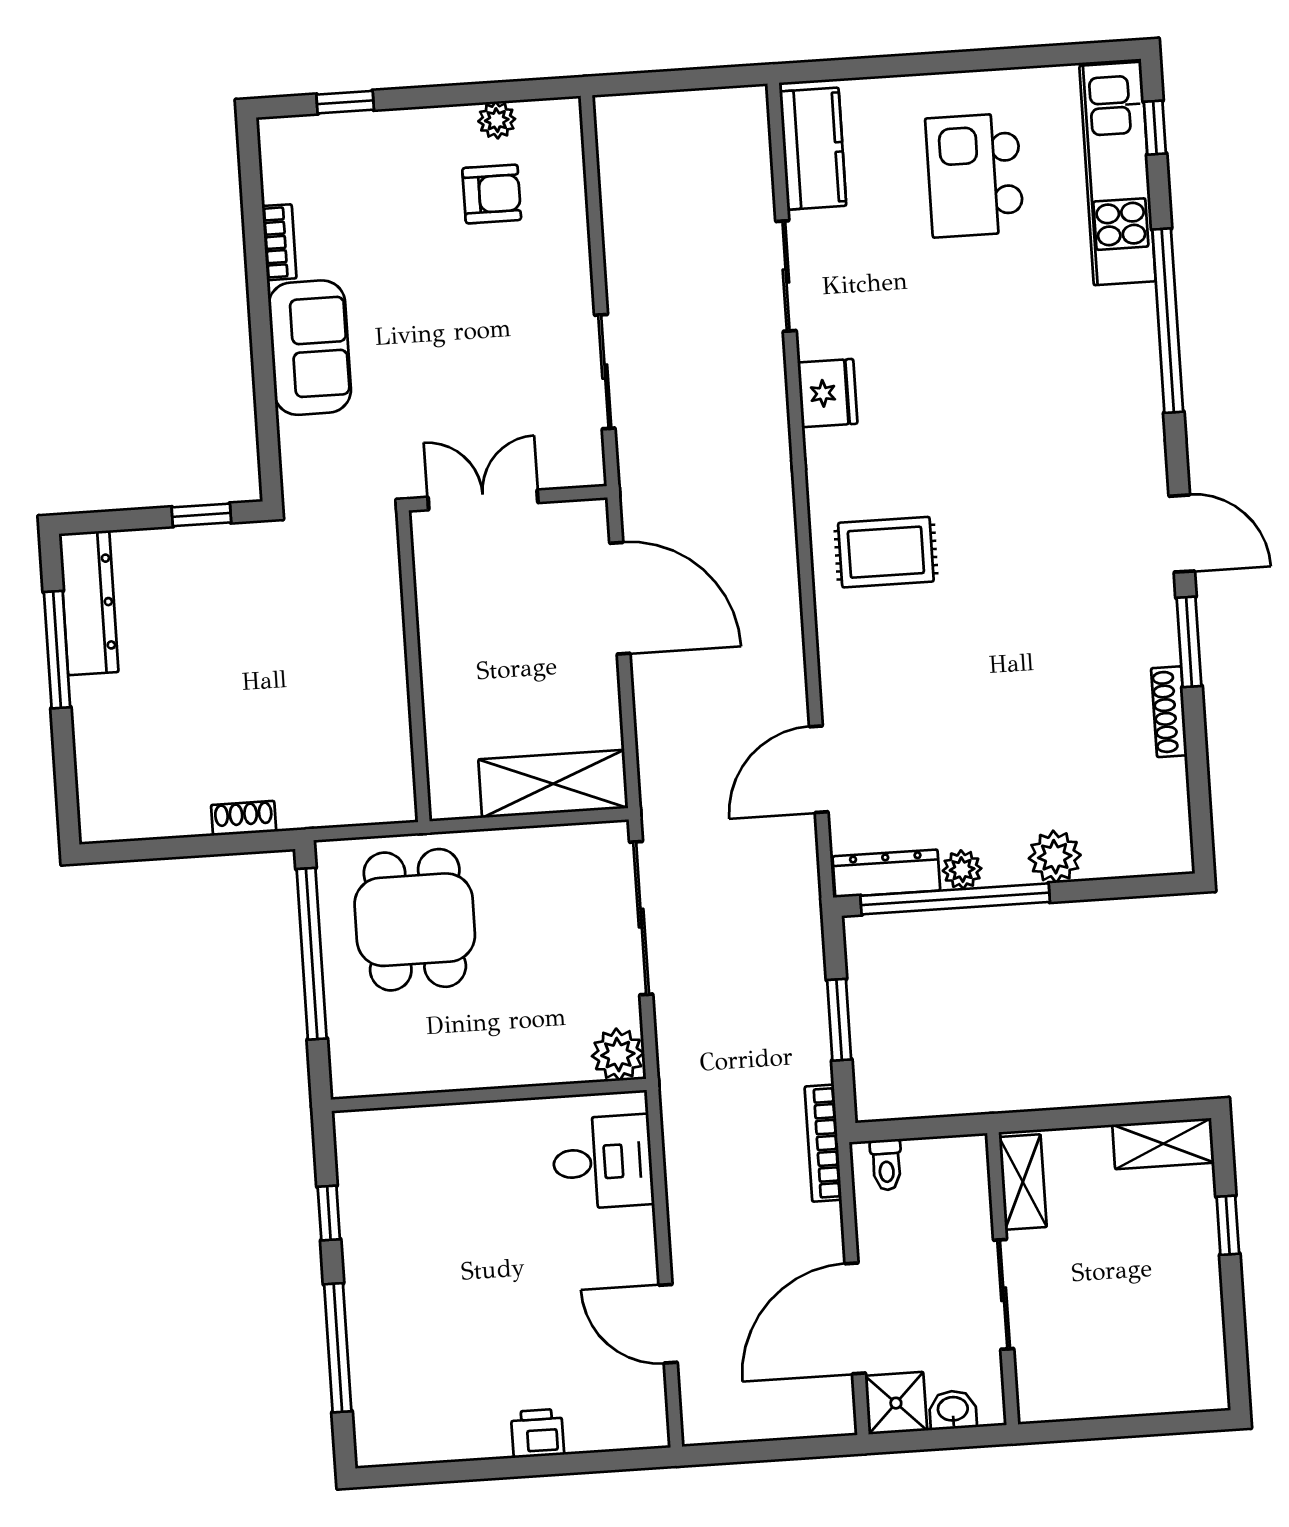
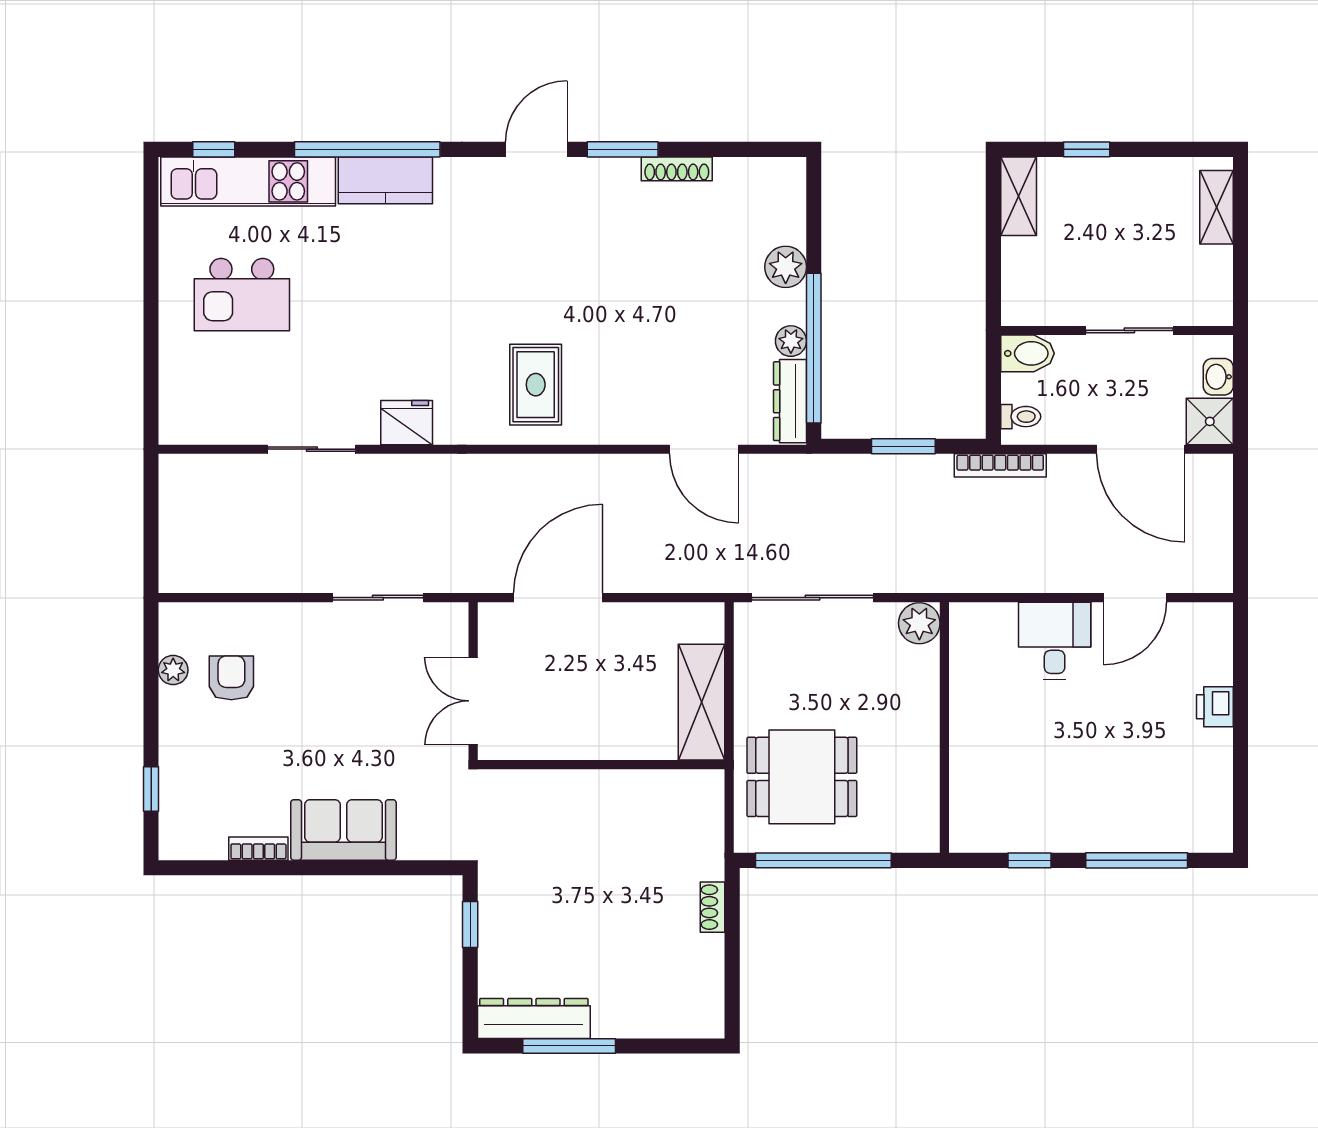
kitchen counter: (813, 149) -> (385, 180), moved, turned 180
shelving: (553, 784) -> (701, 702), moved
desk: (603, 1162) -> (1055, 641), moved
bidet: (966, 1168) -> (1028, 353), added
shelving: (1023, 1182) -> (1216, 207), moved, turned 90

